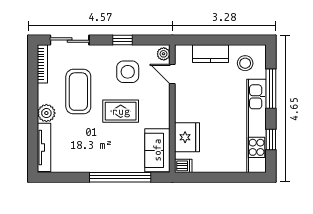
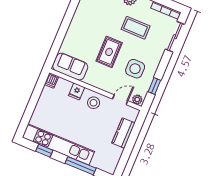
window: (122, 40) -> (154, 86), moved
stool: (245, 63) -> (94, 103), moved
coffee table: (78, 92) -> (136, 28), width x0.73, depth x0.76
fridge: (187, 137) -> (77, 91), width x0.53, depth x0.75
window: (120, 177) -> (62, 32), removed

